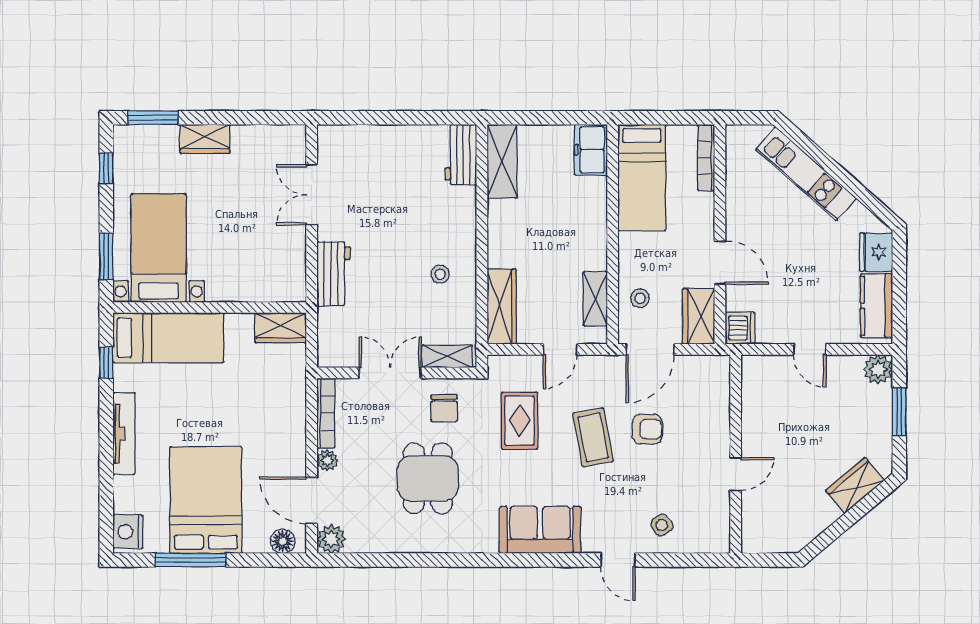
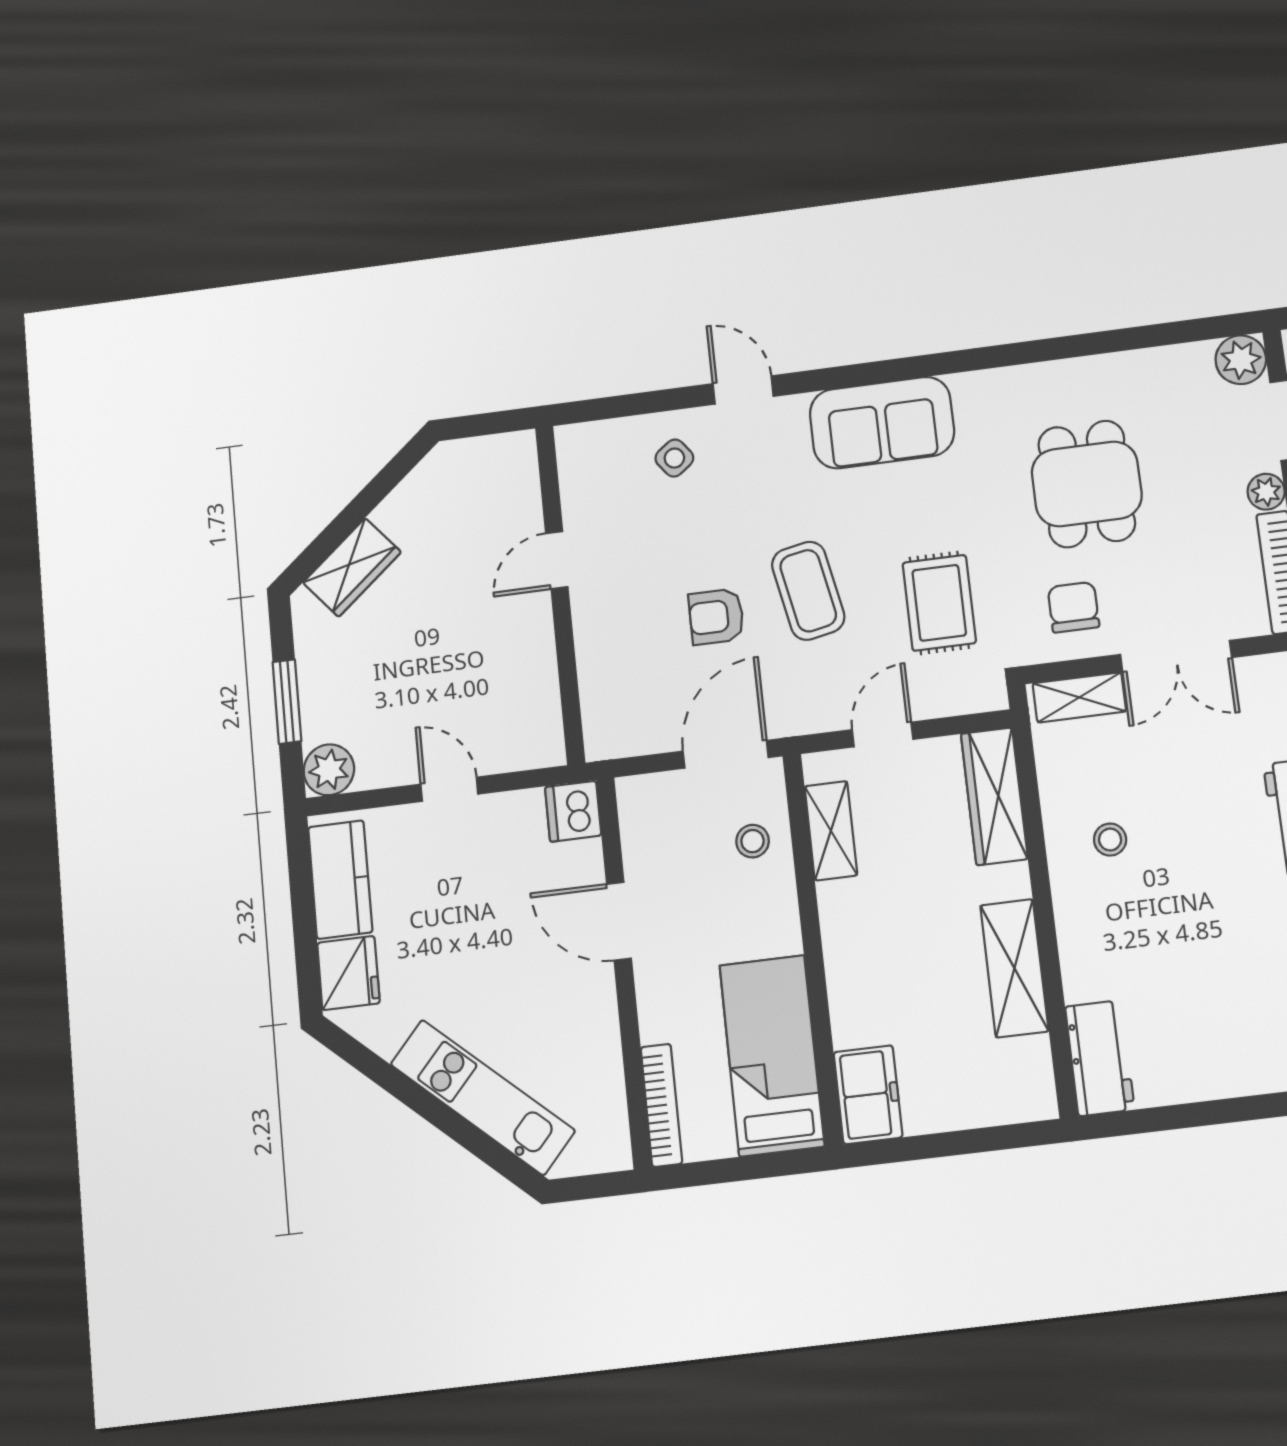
shelving: (502, 161) -> (1014, 968), moved
wardrobe: (699, 316) -> (647, 822), removed

